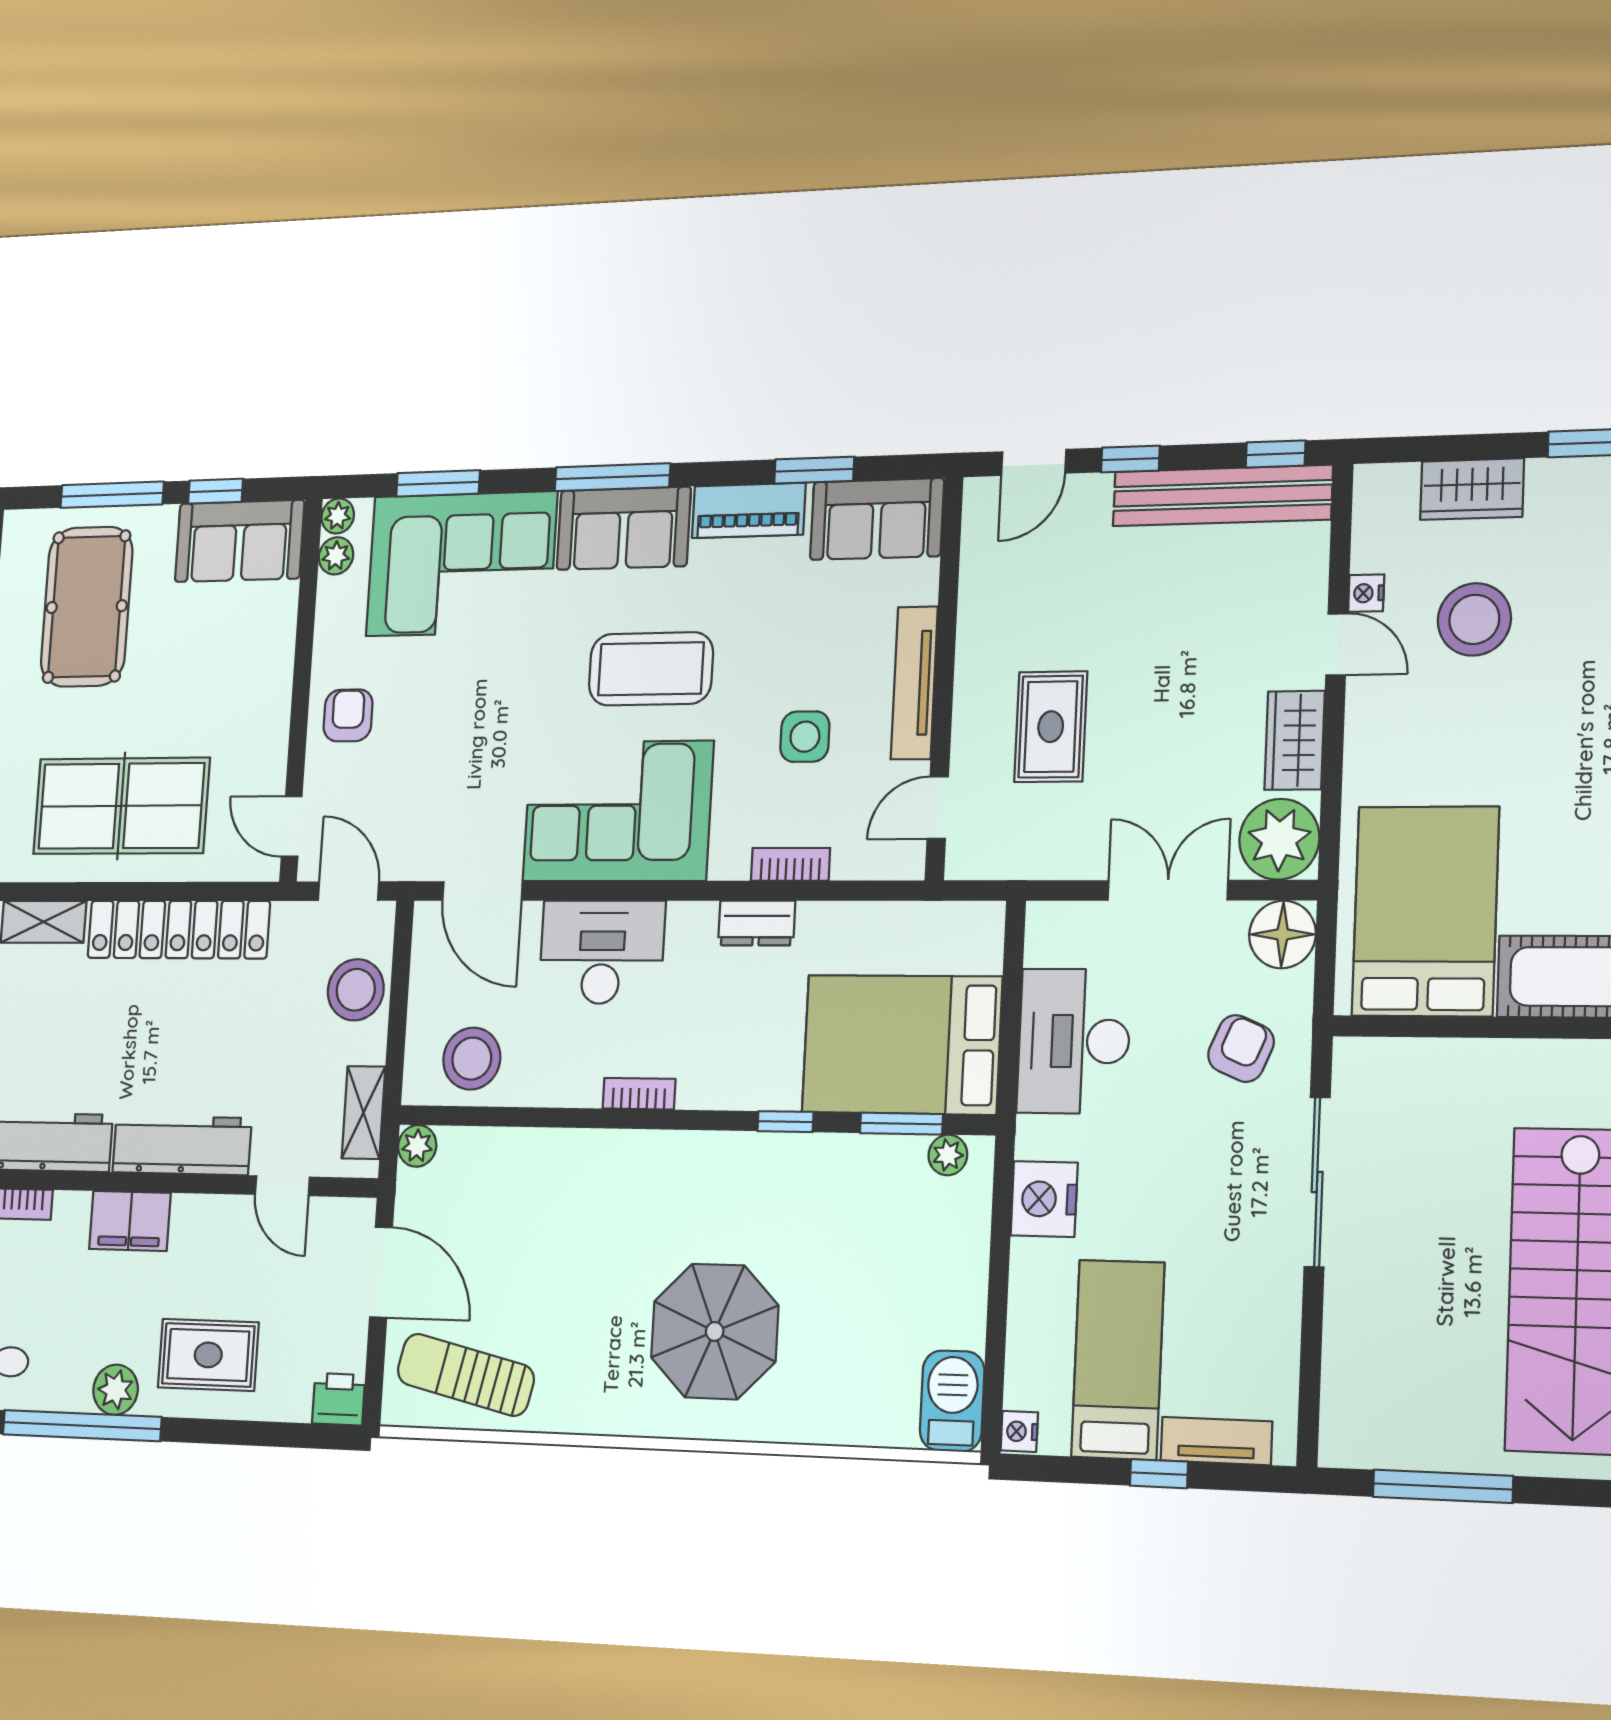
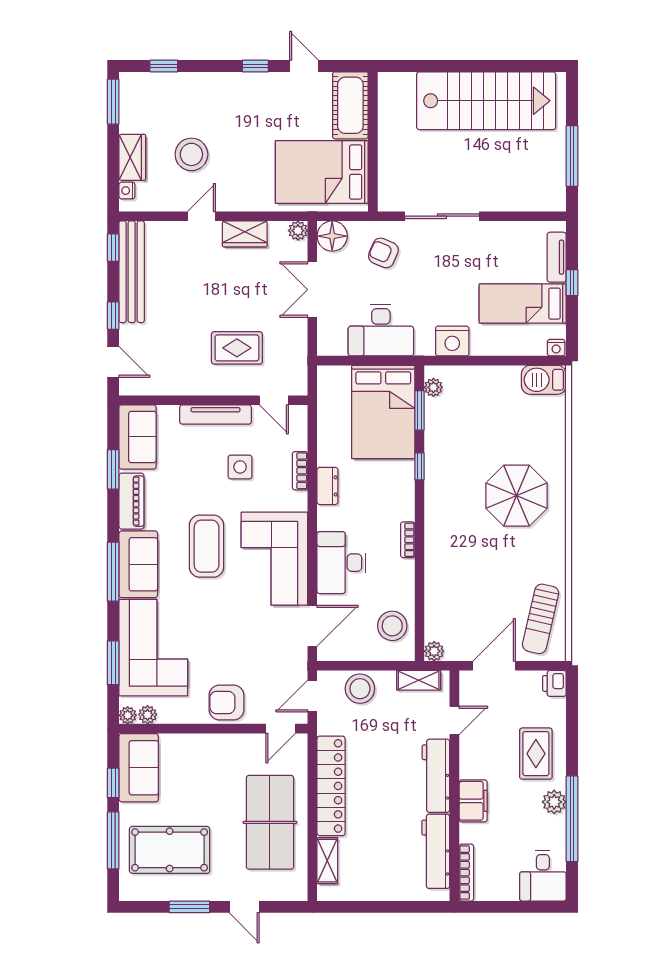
nightstand: (1366, 593) -> (127, 191), moved, turned 90
armchair: (348, 715) -> (227, 702), width x1.38, depth x1.38
plant: (1279, 839) -> (298, 231), width x0.53, depth x0.53

